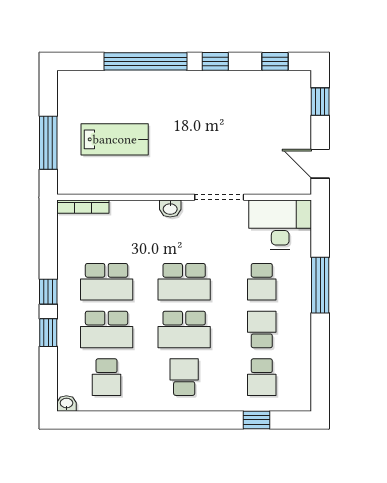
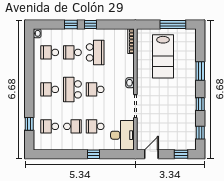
window: (145, 61) -> (200, 71), width x0.47
lab bench: (115, 139) -> (163, 56), width x1.36, depth x1.39
window: (48, 143) -> (173, 25), moved
school desk: (107, 282) -> (95, 52), turned 180
school desk: (184, 282) -> (95, 89), width x0.54
window: (320, 285) -> (94, 154), width x0.46
school desk: (107, 329) -> (72, 52), width x0.54
school desk: (184, 377) -> (50, 89), turned 180

